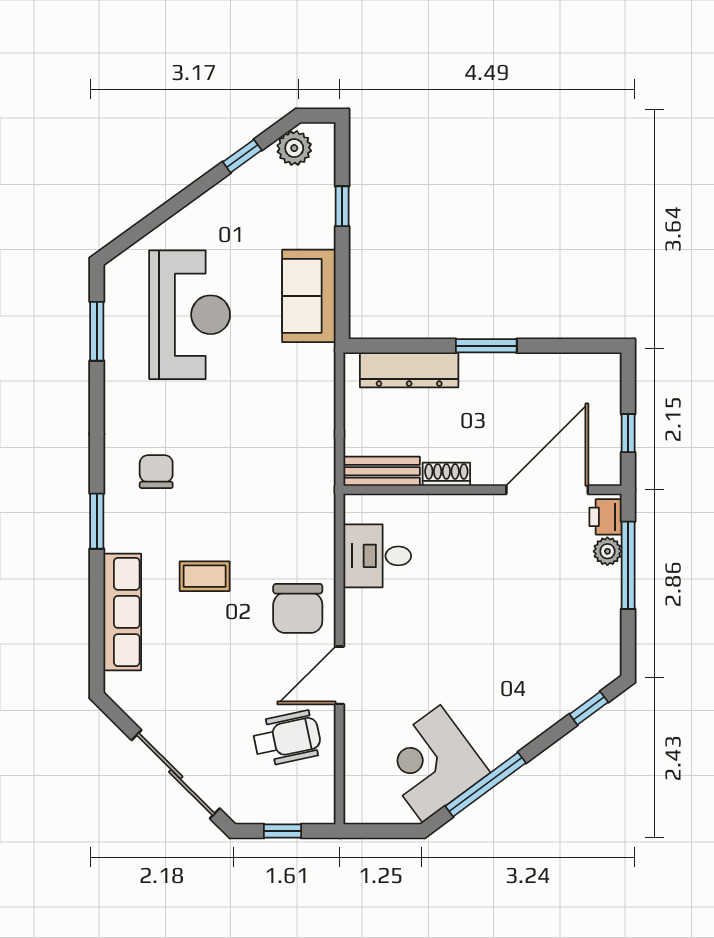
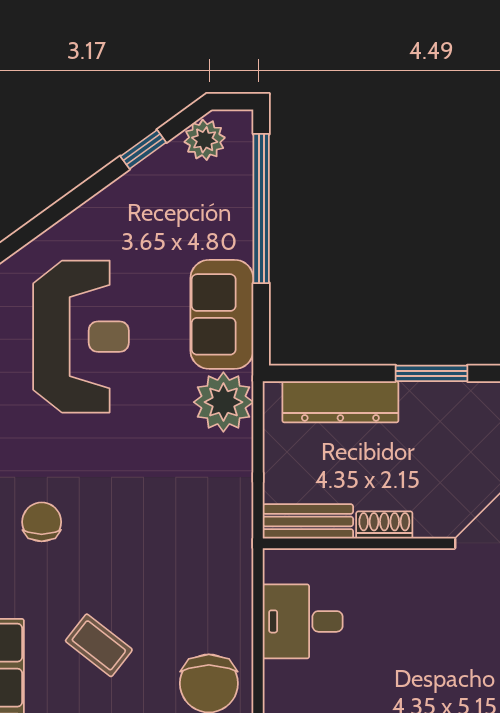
window: (342, 206) -> (261, 208), width x3.17
plant: (310, 370) -> (223, 402), added
coffee table: (205, 576) -> (99, 645), turned 38

